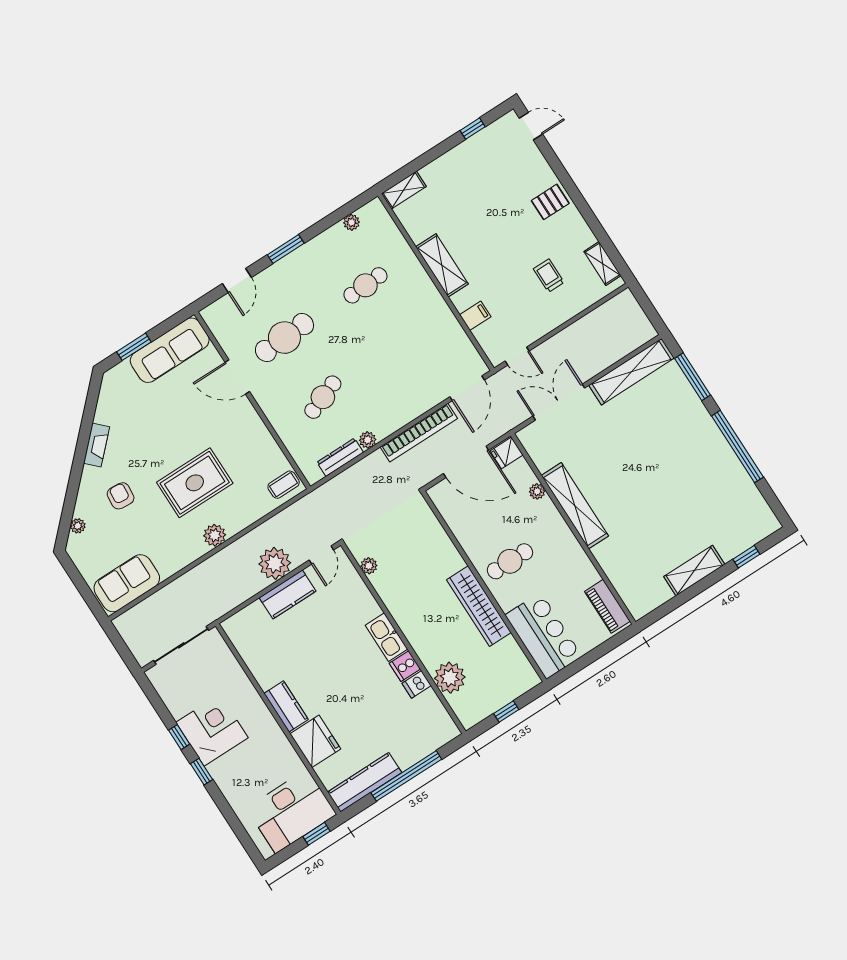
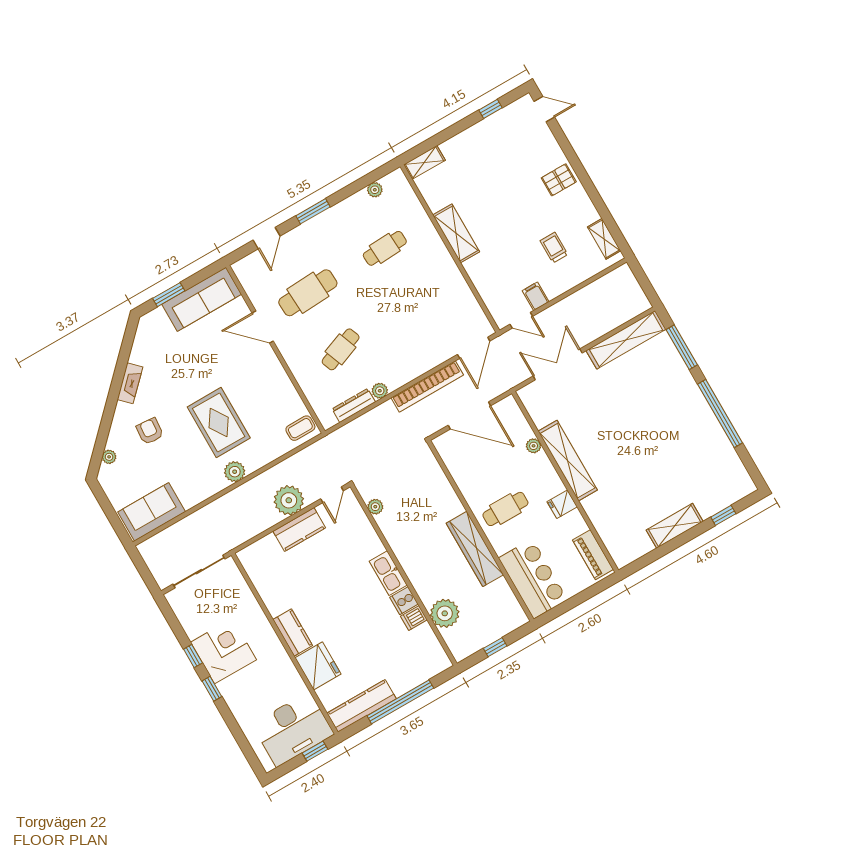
filing cabinet: (475, 316) -> (536, 296), moved, turned -90
fridge: (507, 453) -> (562, 504), moved
rug: (195, 483) -> (219, 423), turned 90

